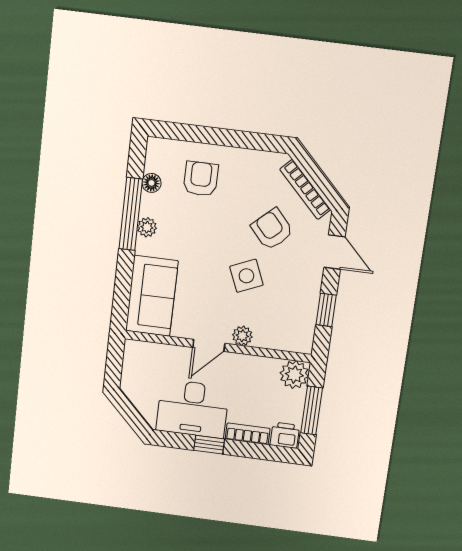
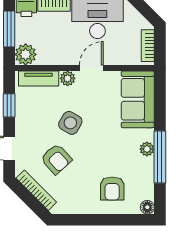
floor lamp: (151, 183) -> (147, 207), moved
side table: (246, 276) -> (70, 123), turned -37
tv unit: (281, 341) -> (39, 79), added
bookcase: (130, 365) -> (148, 46), added

